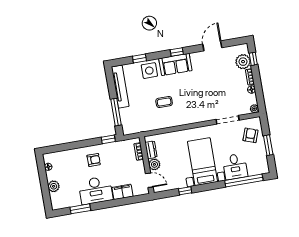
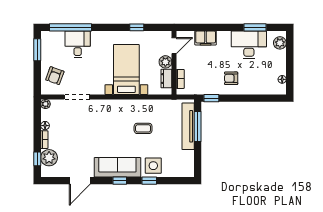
window: (139, 59) -> (149, 181), moved
sofa: (175, 65) -> (117, 167), width x1.36
tv unit: (120, 87) -> (188, 126), moved
window: (268, 145) -> (37, 50), moved
bed with nightstands: (203, 162) -> (126, 69), moved, turned 180
door: (149, 180) -> (174, 46), swing flipped
plant: (54, 186) -> (280, 43), moved
desk: (96, 190) -> (249, 45), moved

